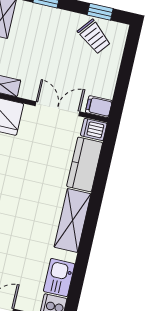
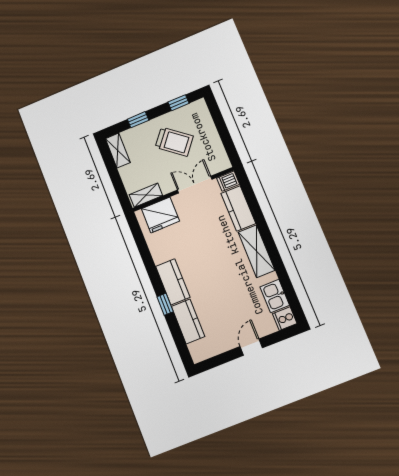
trolley: (94, 37) -> (174, 142), moved, width x1.36, depth x1.39
filing cabinet: (99, 107) -> (221, 164), removed

